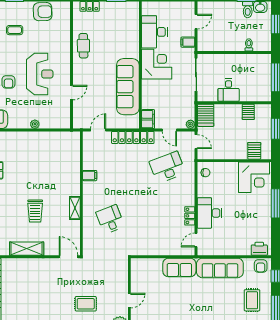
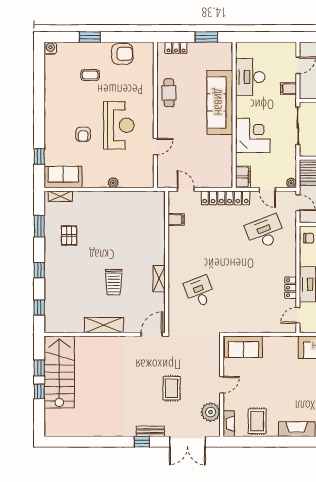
corner desk: (157, 64) -> (253, 135), moved
sofa: (128, 87) -> (220, 102), moved
door: (98, 130) -> (186, 189), hinge flipped
filing cabinet: (90, 176) -> (176, 219), moved
door: (68, 257) -> (152, 334), hinge flipped
sofa: (179, 268) -> (243, 347), moved
rug: (86, 304) -> (172, 388), turned 90

